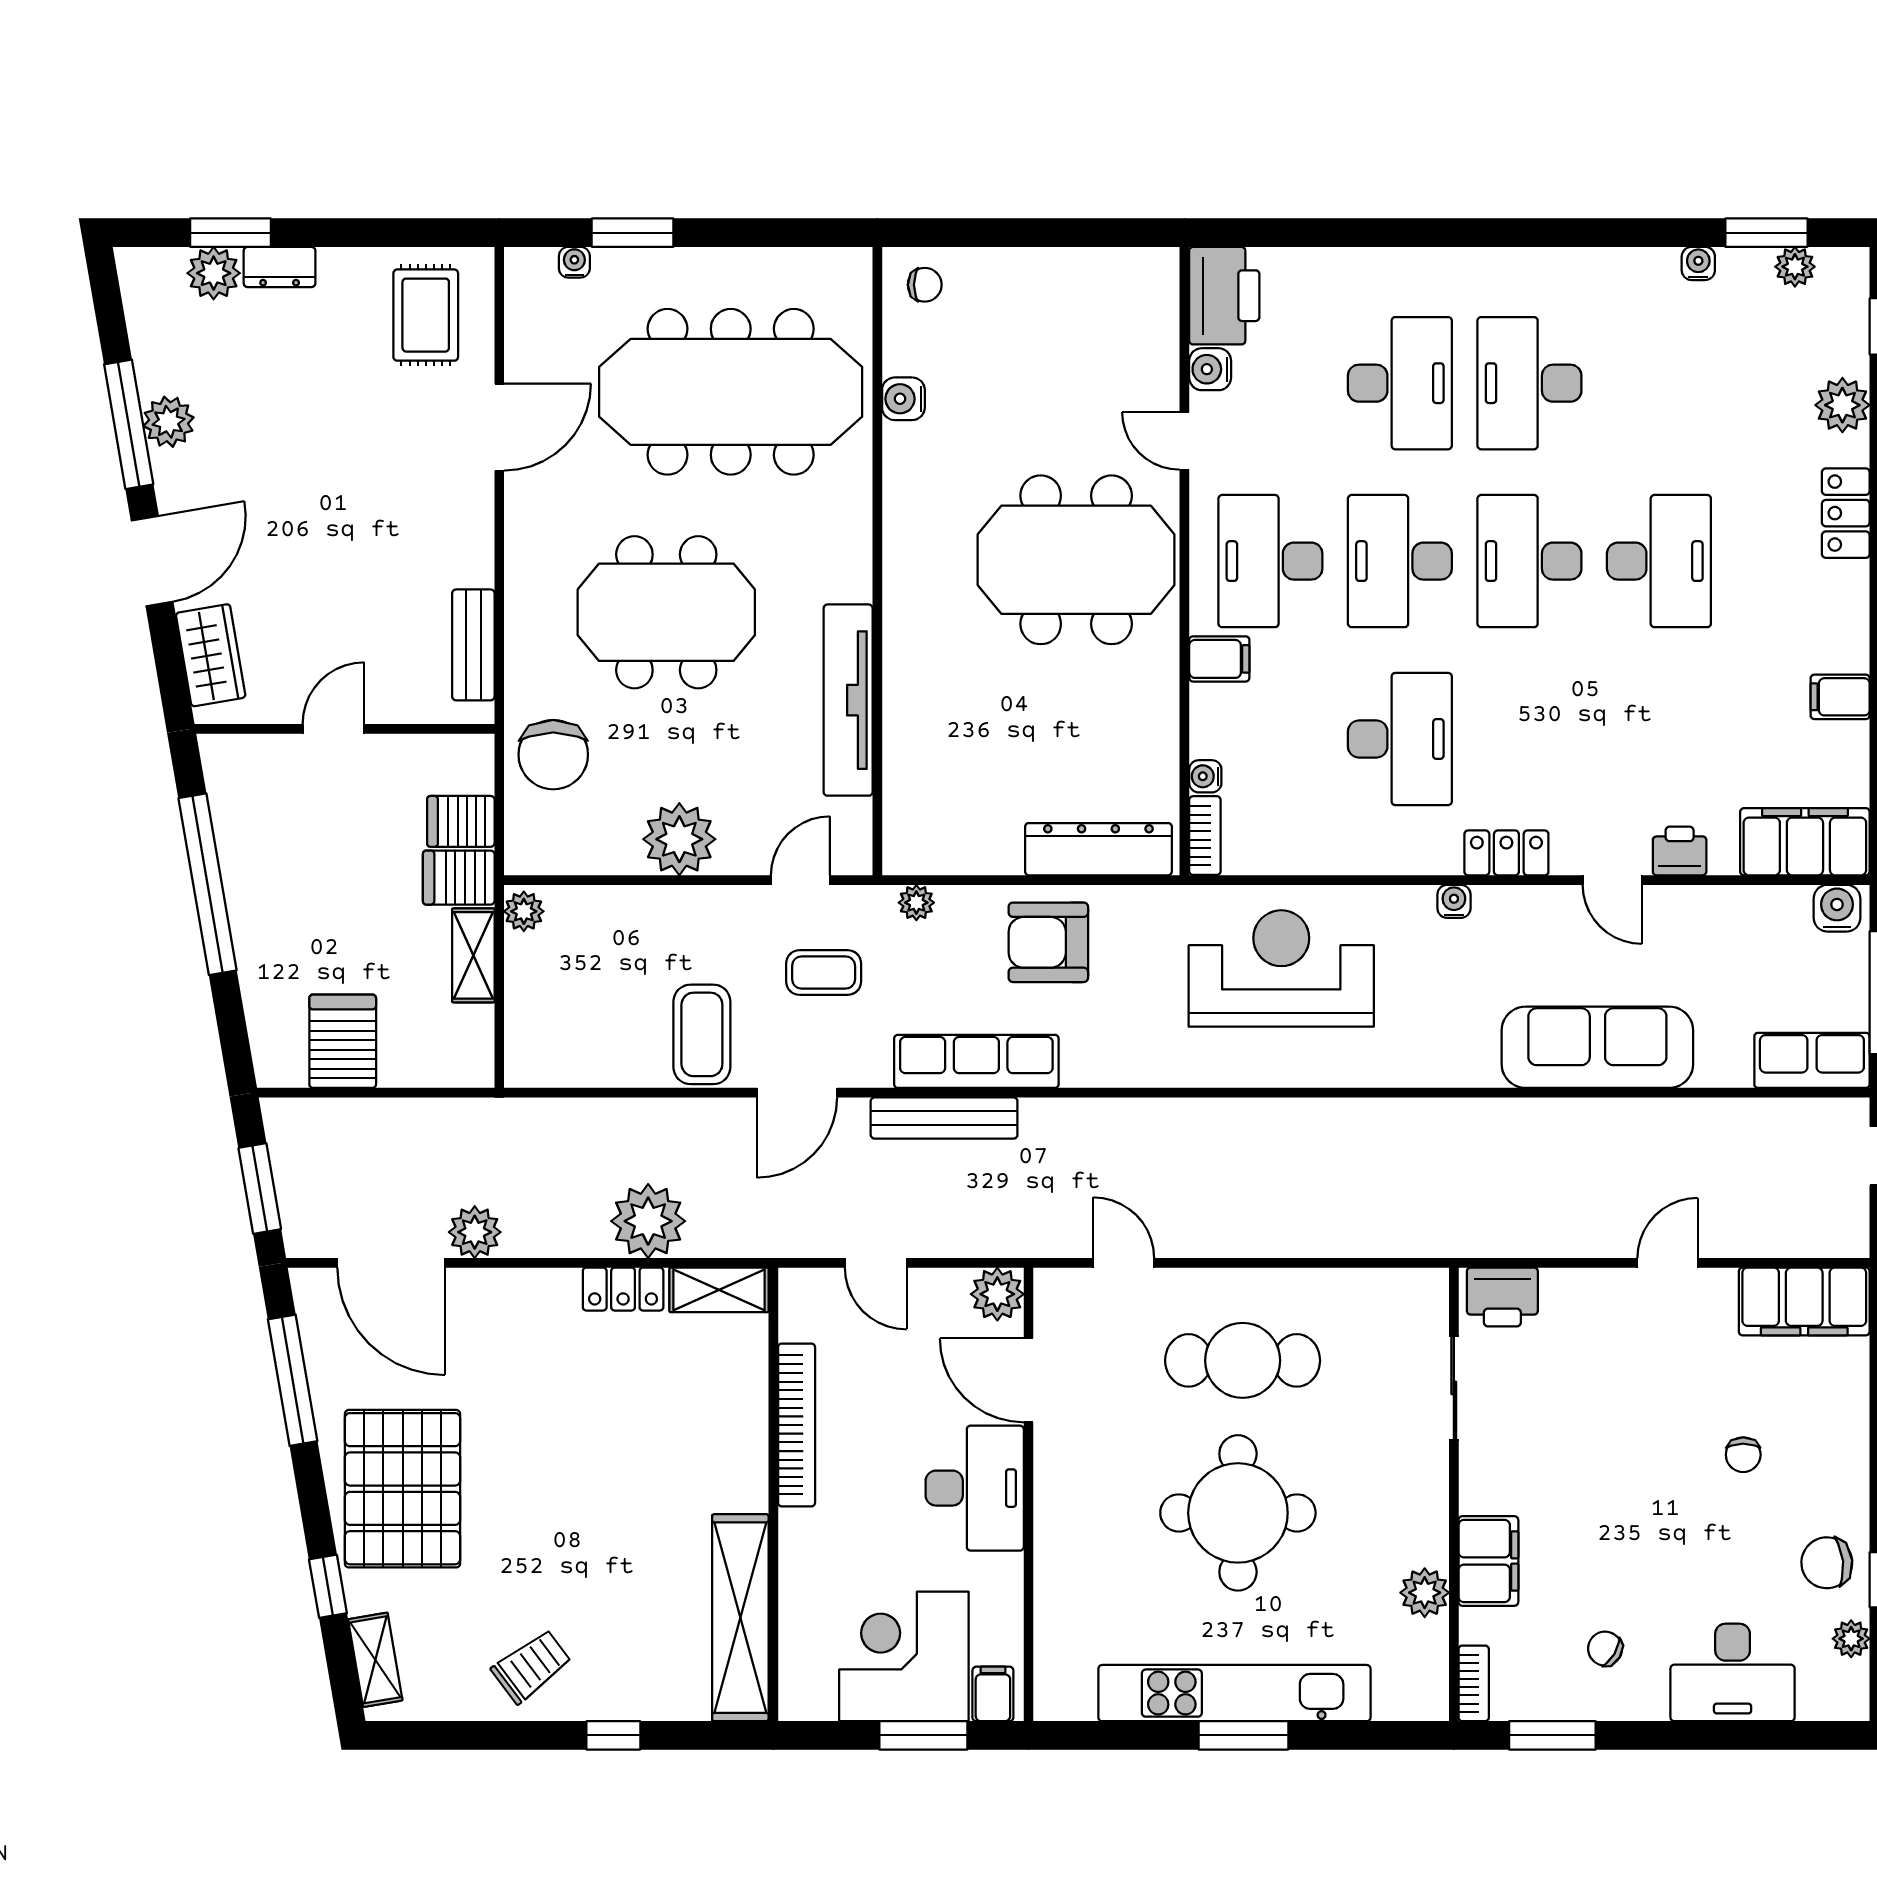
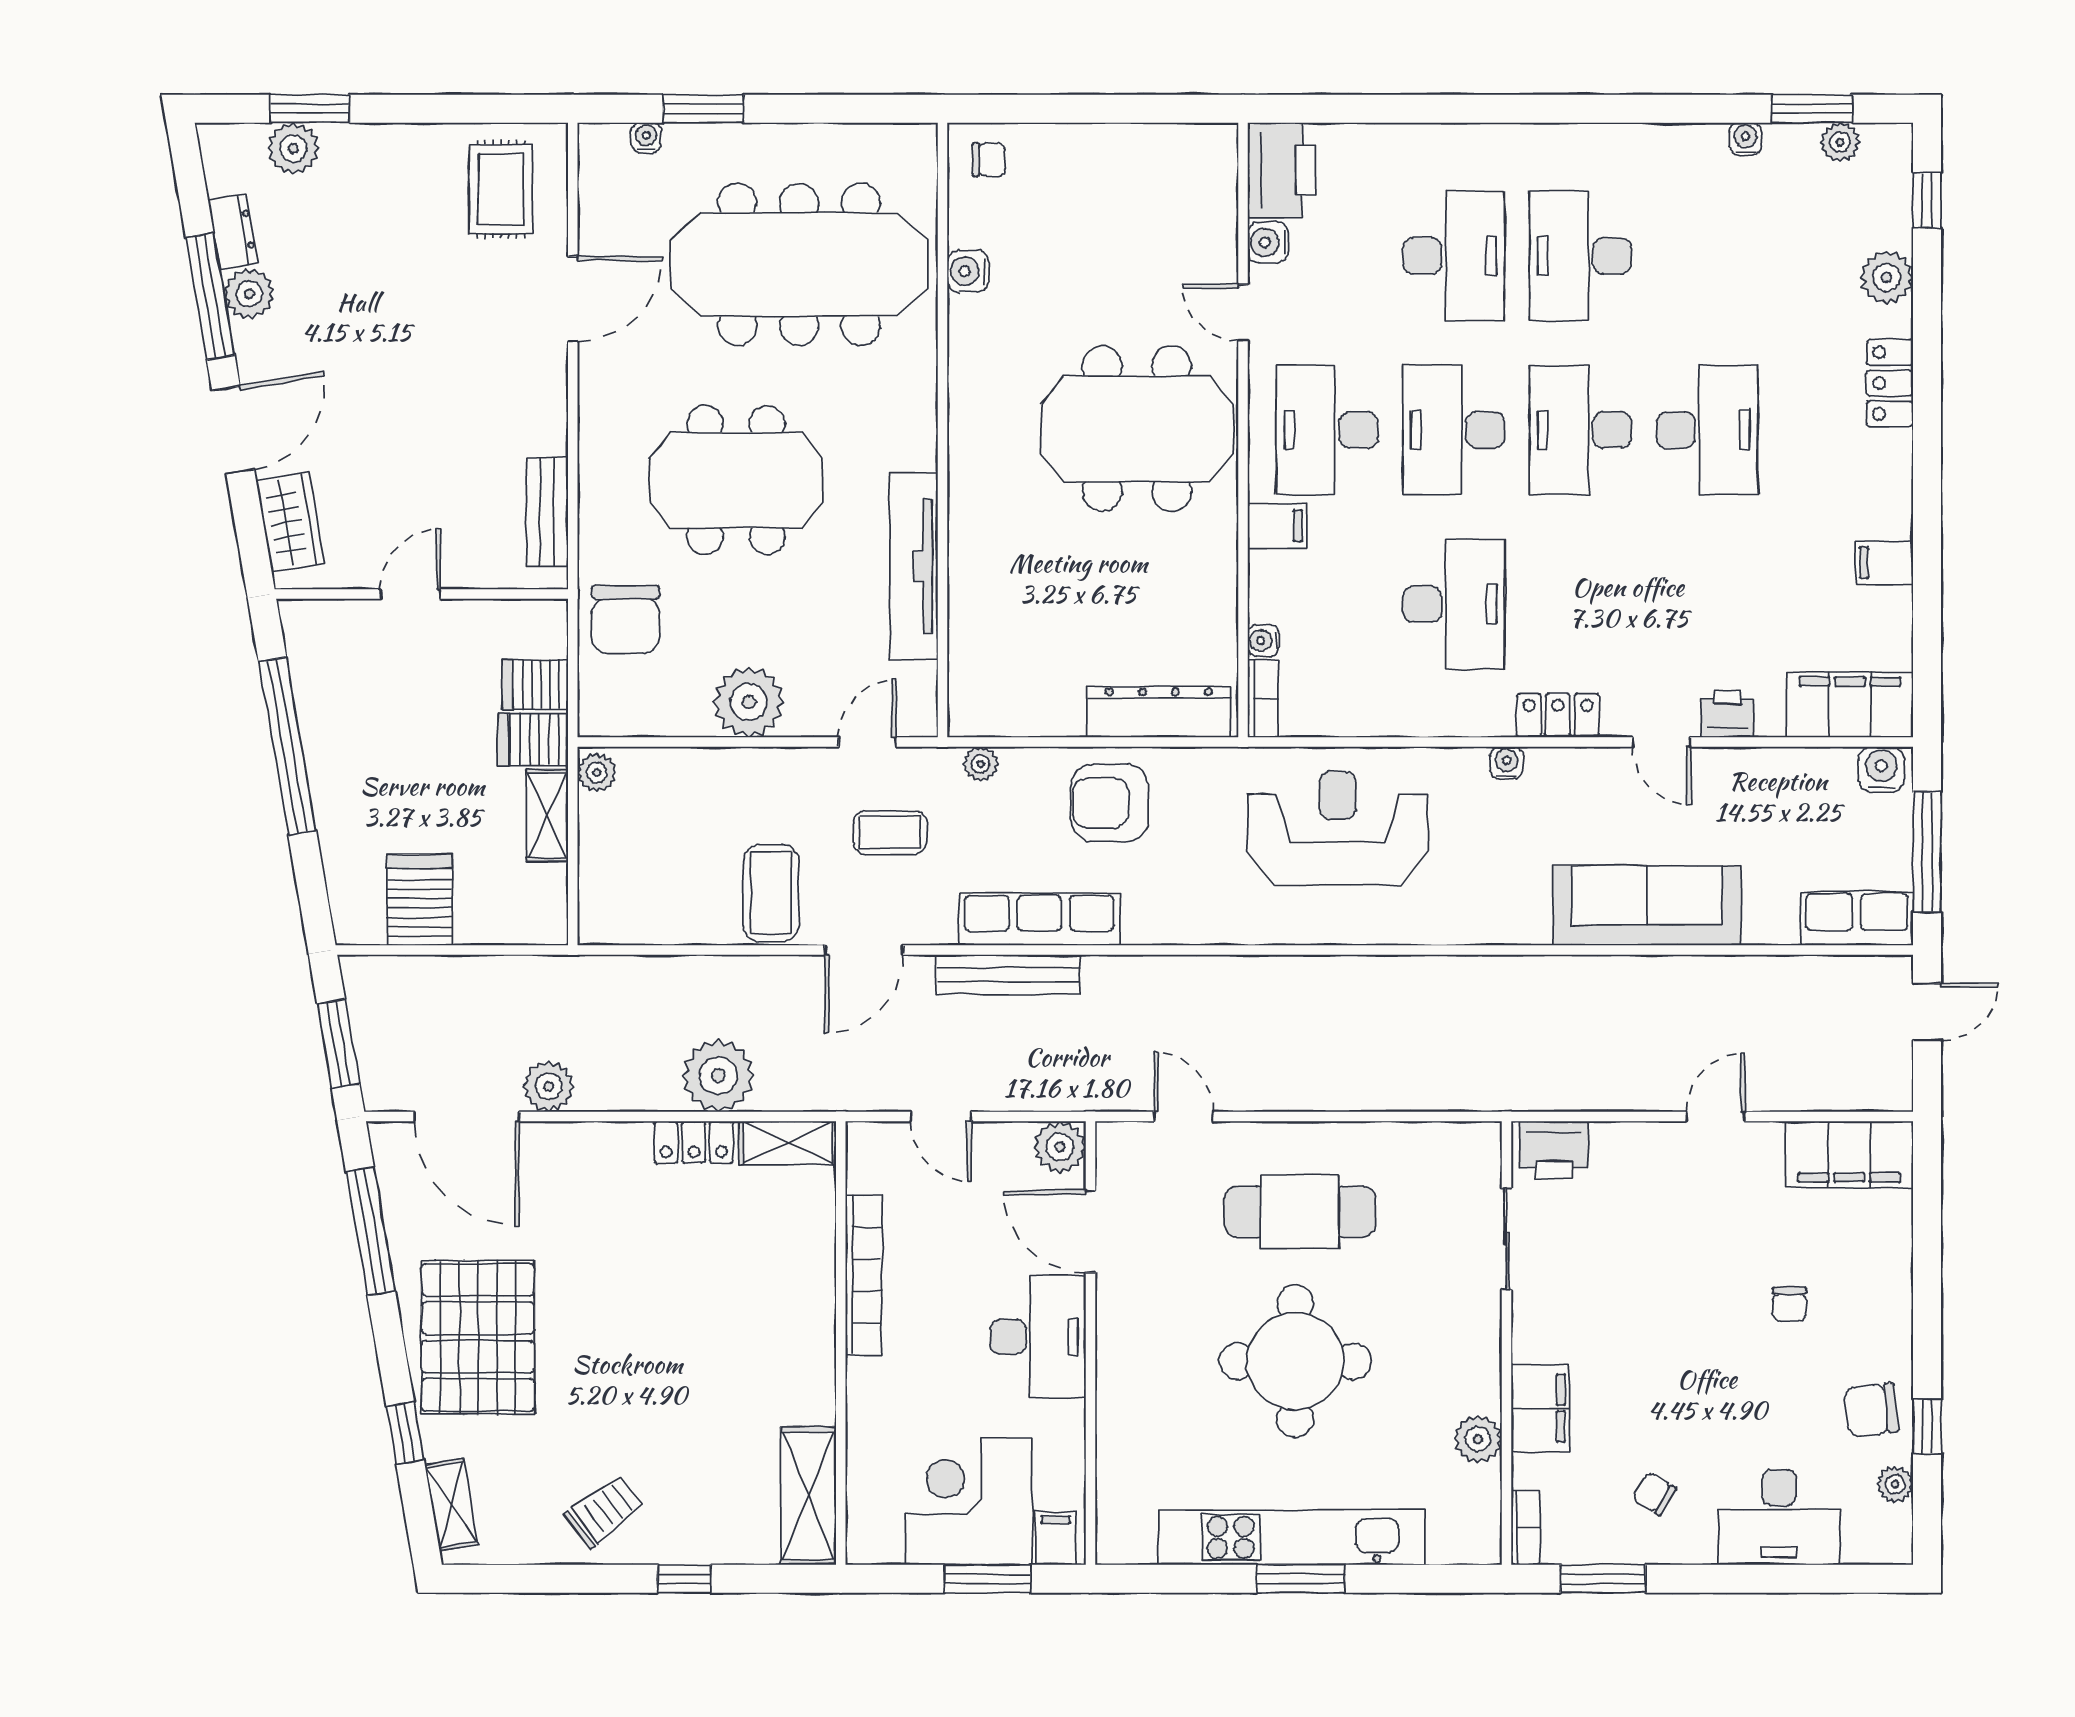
dresser: (280, 267) -> (233, 232), moved, turned -100
shelving: (740, 1618) -> (809, 1496), width x0.68

